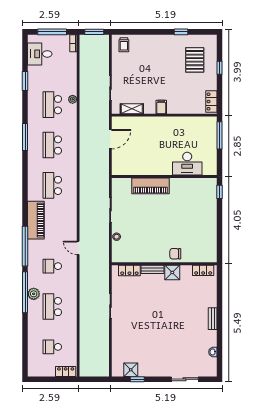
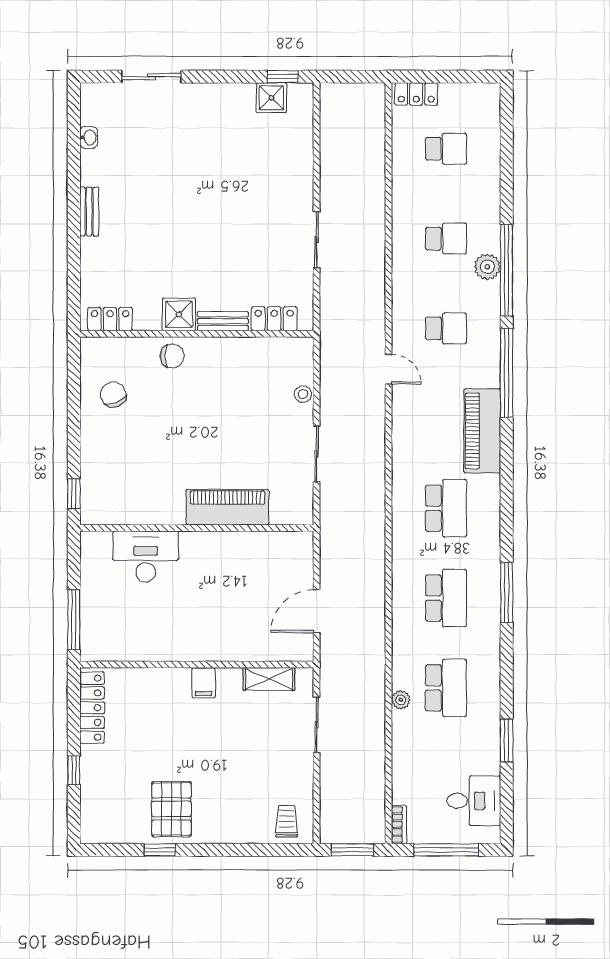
pallet: (195, 60) -> (171, 809), moved
locker: (211, 101) -> (92, 708), width x1.53
window: (25, 137) -> (507, 592), moved
chair: (202, 236) -> (113, 395), added
school desk: (52, 307) -> (446, 239), width x0.54
window: (137, 379) -> (283, 77), moved

